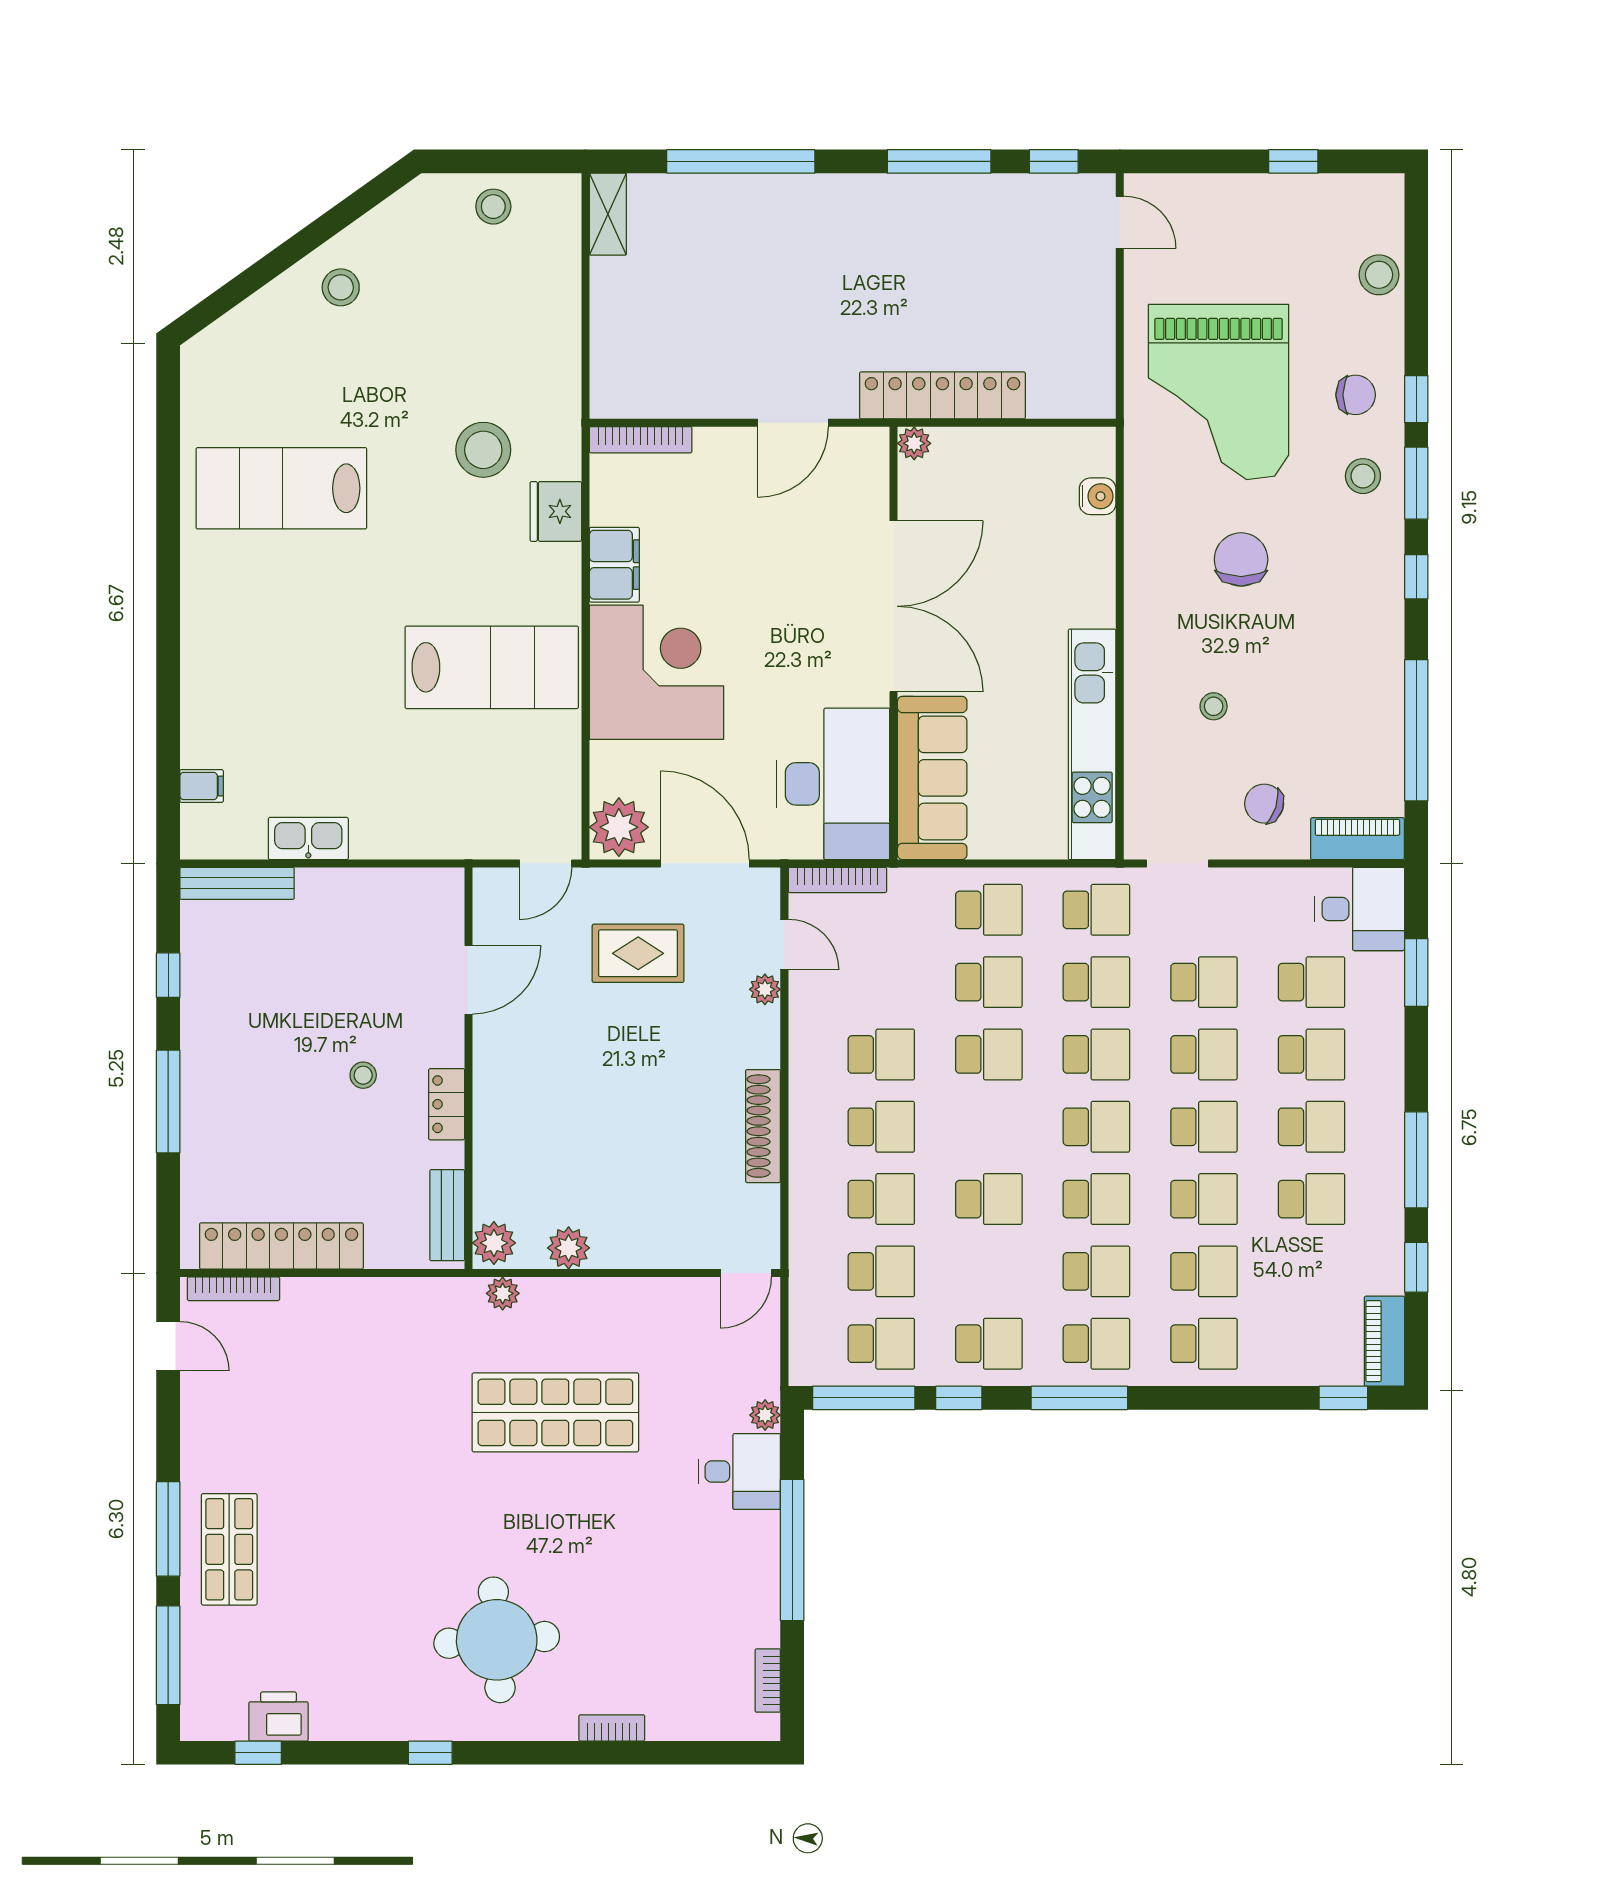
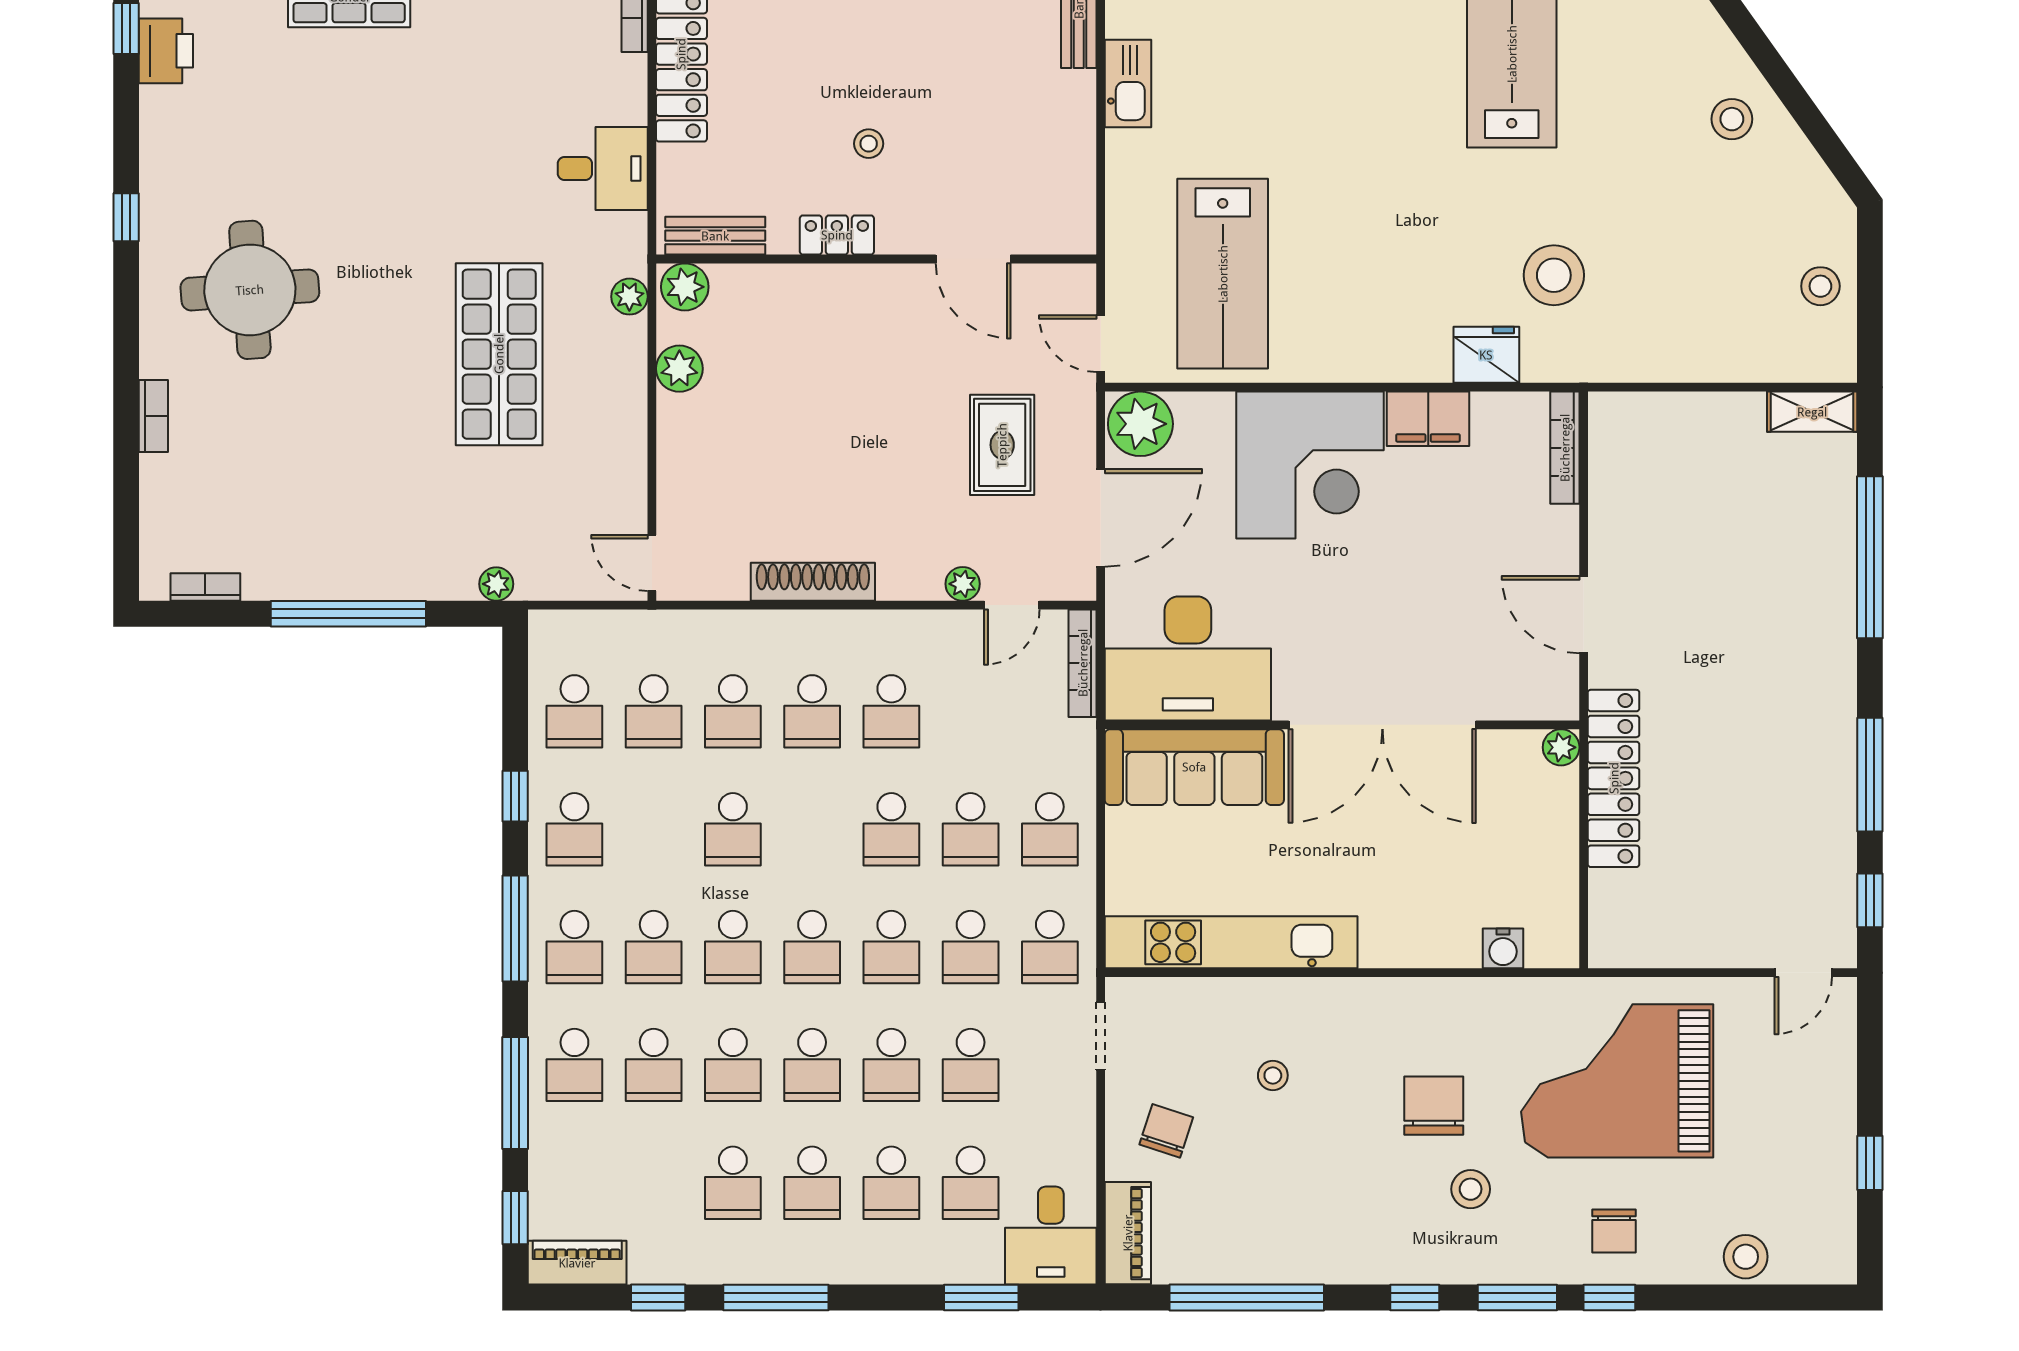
stool: (1363, 476) -> (1471, 1189), moved
chair: (1241, 559) -> (1434, 1106), turned -90
lab bench: (492, 667) -> (1223, 274), moved
window: (864, 1398) -> (515, 1093), moved
desk: (740, 1472) -> (603, 169), moved, turned -90

